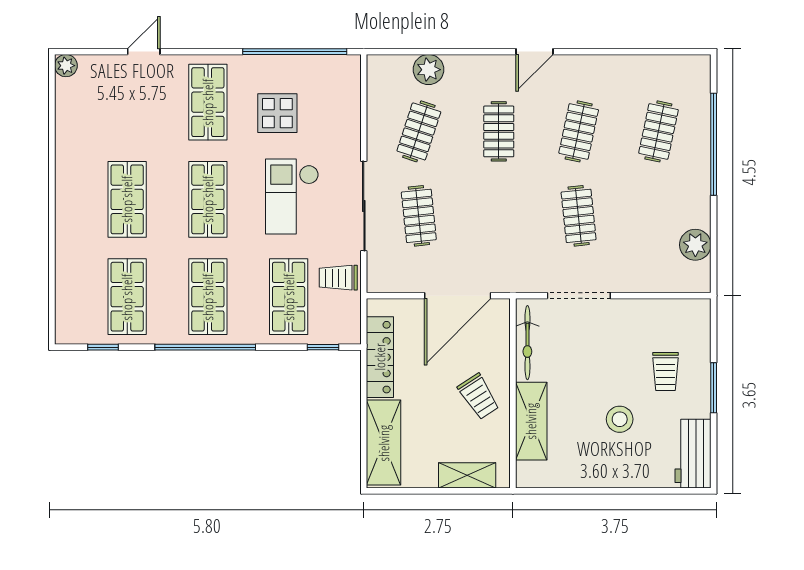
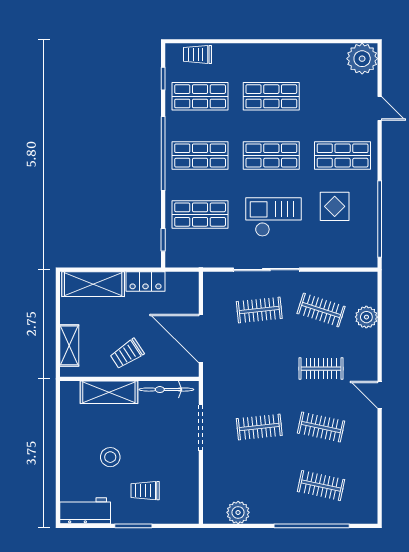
plant: (66, 66) -> (362, 59), width x1.88, depth x1.88
trolley: (338, 278) -> (198, 54), moved, turned -90
locker: (380, 357) -> (145, 281), width x0.66

